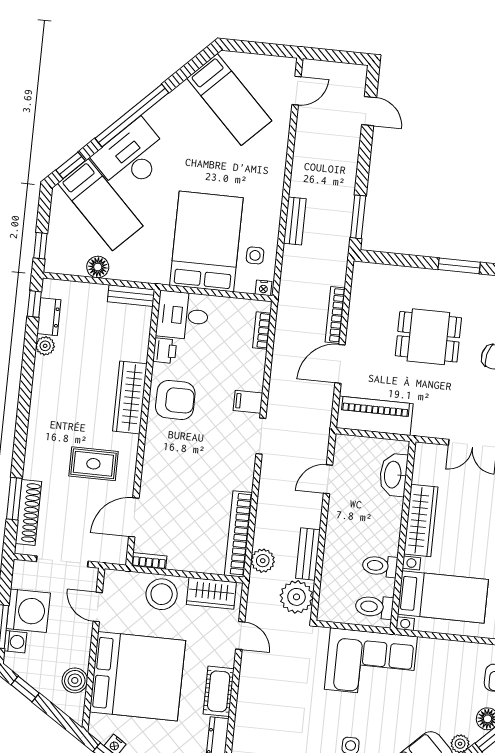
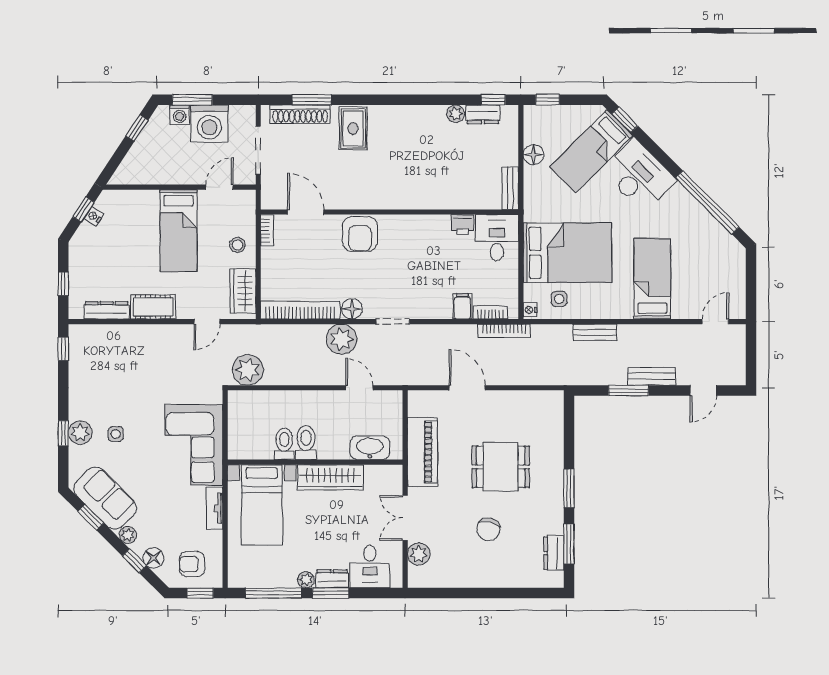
door: (297, 91) -> (715, 322), swing flipped
bed: (229, 100) -> (652, 279), moved, turned 135
window: (132, 115) -> (707, 202), moved
window: (358, 217) -> (629, 390), moved
bookcase: (335, 315) -> (504, 331), moved, turned 180
dining table: (428, 337) -> (501, 467), turned 90
wardrobe: (130, 397) -> (416, 197), removed
armchair: (175, 400) -> (360, 234), moved
filing cabinet: (248, 402) -> (462, 306), moved
piano: (375, 416) -> (422, 452), moved
rug: (93, 464) -> (353, 128), moved
floor lamp: (243, 479) -> (352, 309), added
bench: (308, 554) -> (652, 376), moved
plant: (263, 561) -> (342, 339), moved, width x1.36, depth x1.36
stool: (162, 594) -> (237, 245), width x0.53, depth x0.53
toilet: (374, 607) -> (306, 443), moved
tv unit: (441, 648) -> (215, 508), added
bed: (138, 676) -> (179, 231), width x0.49
boiler: (75, 680) -> (149, 173), removed

